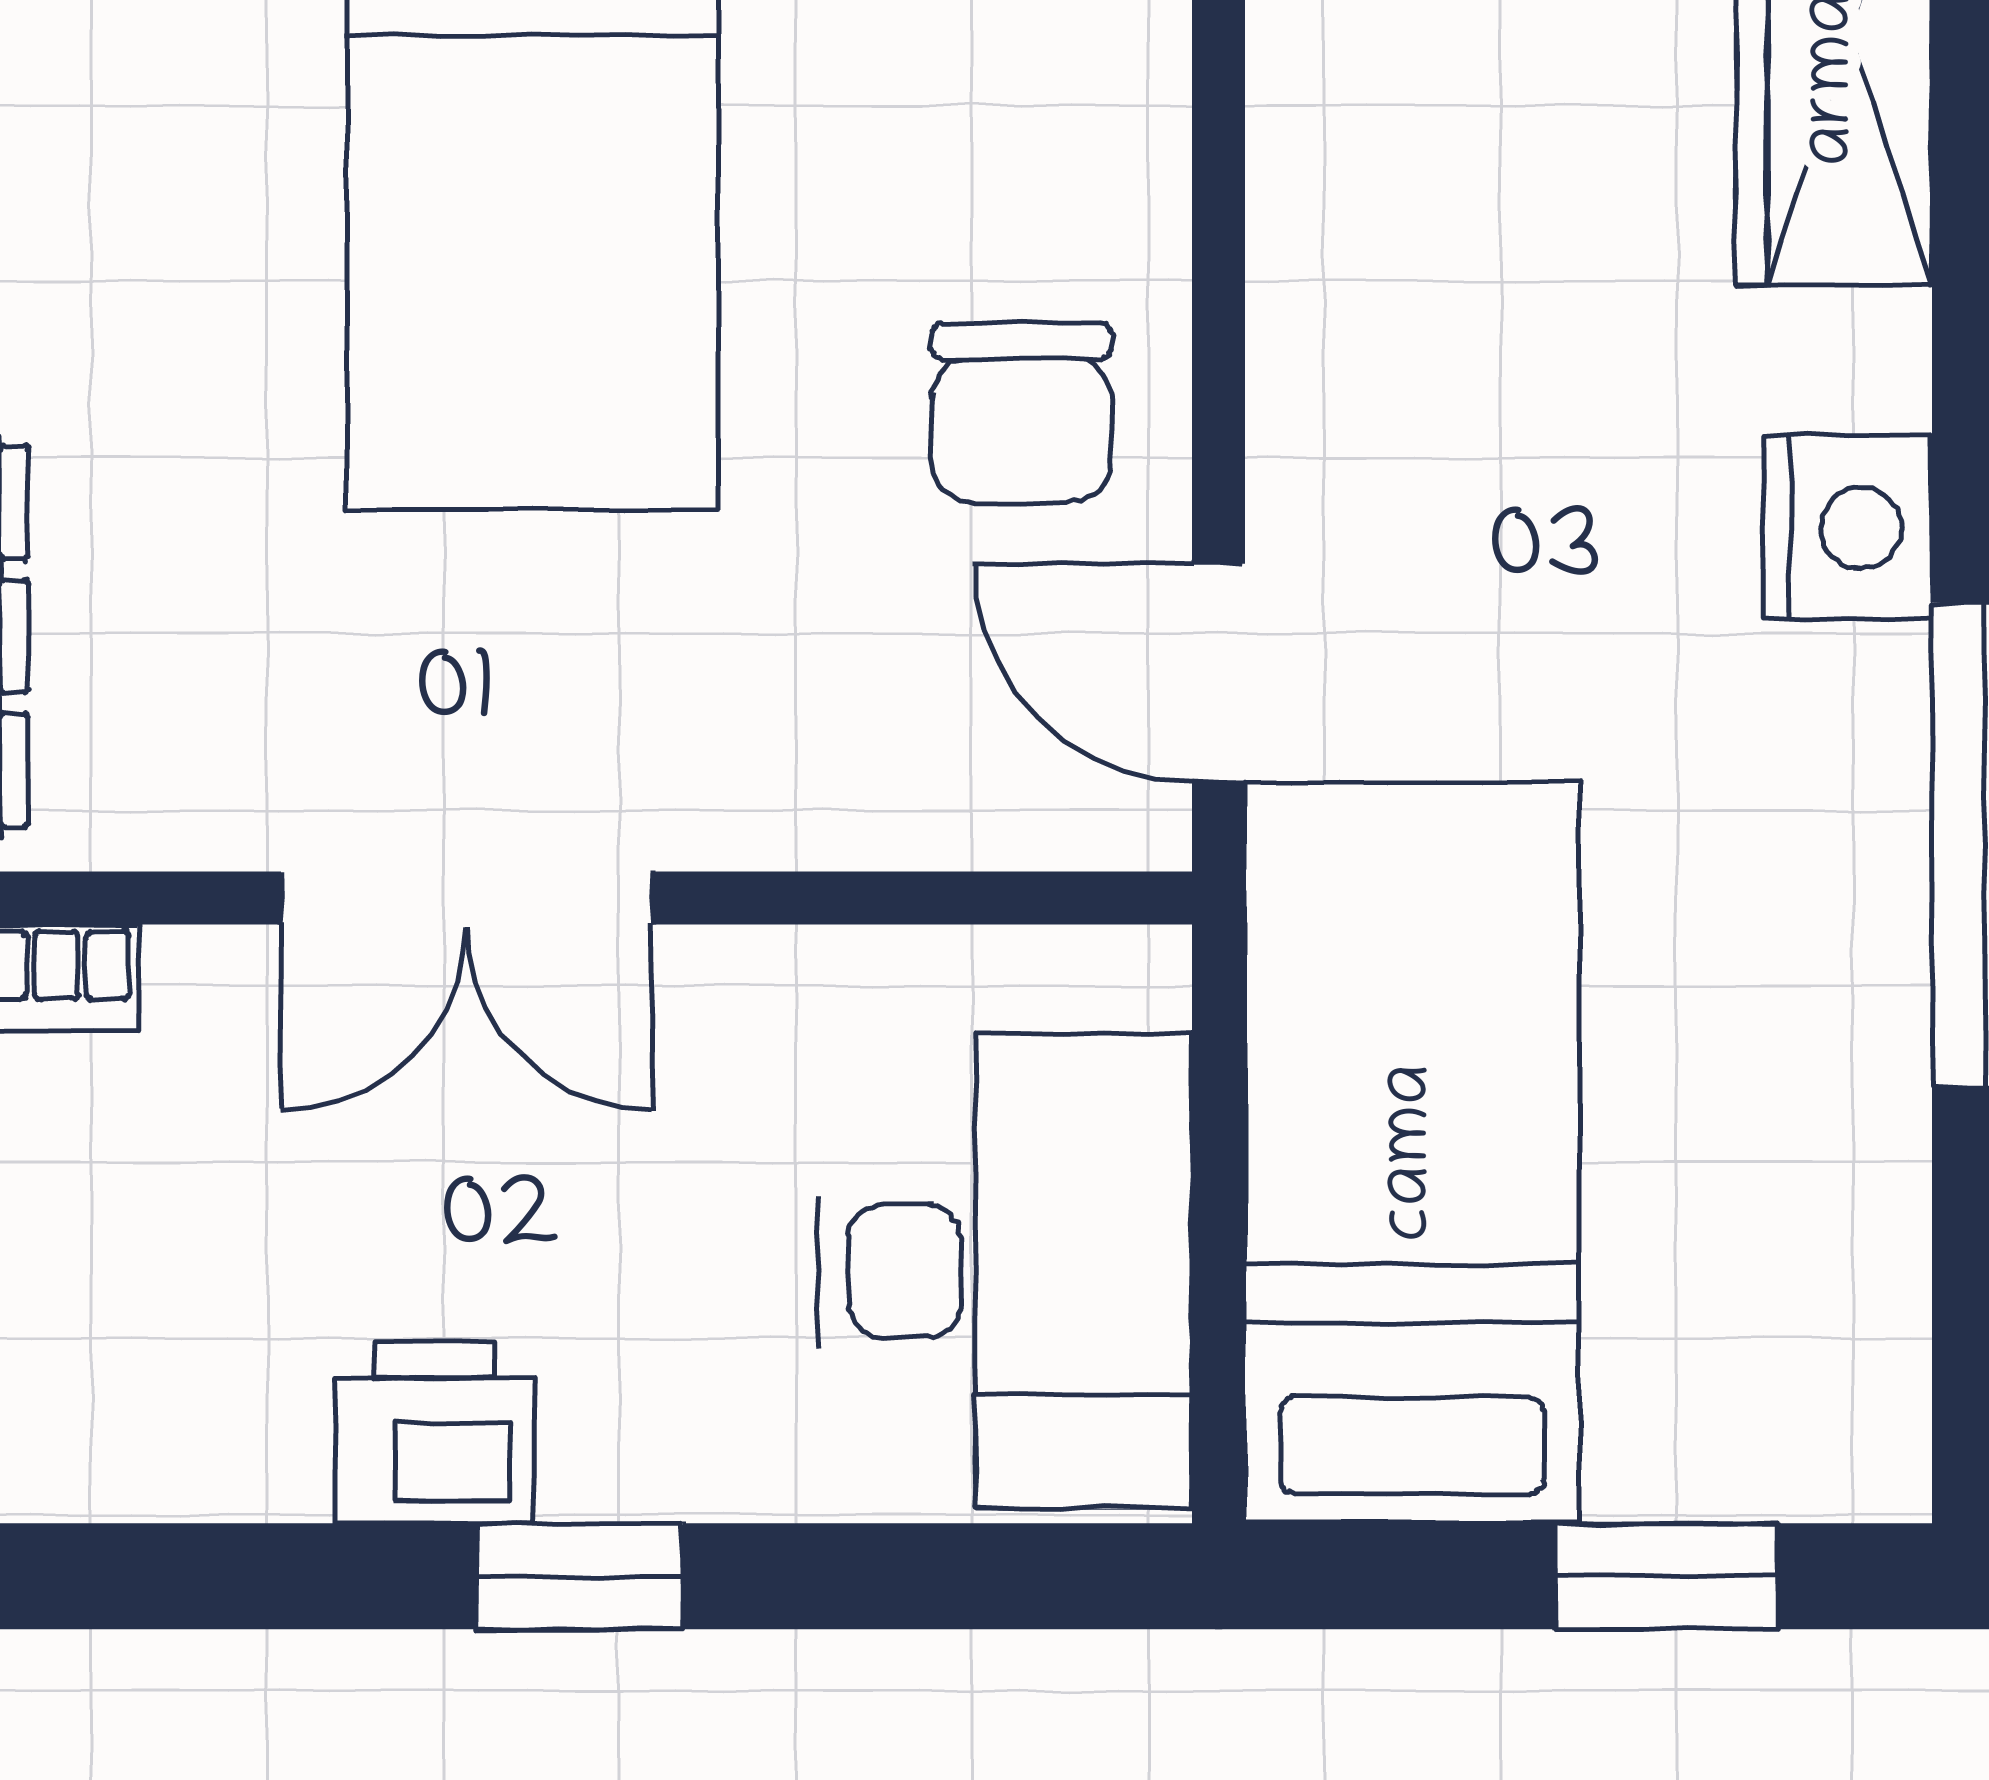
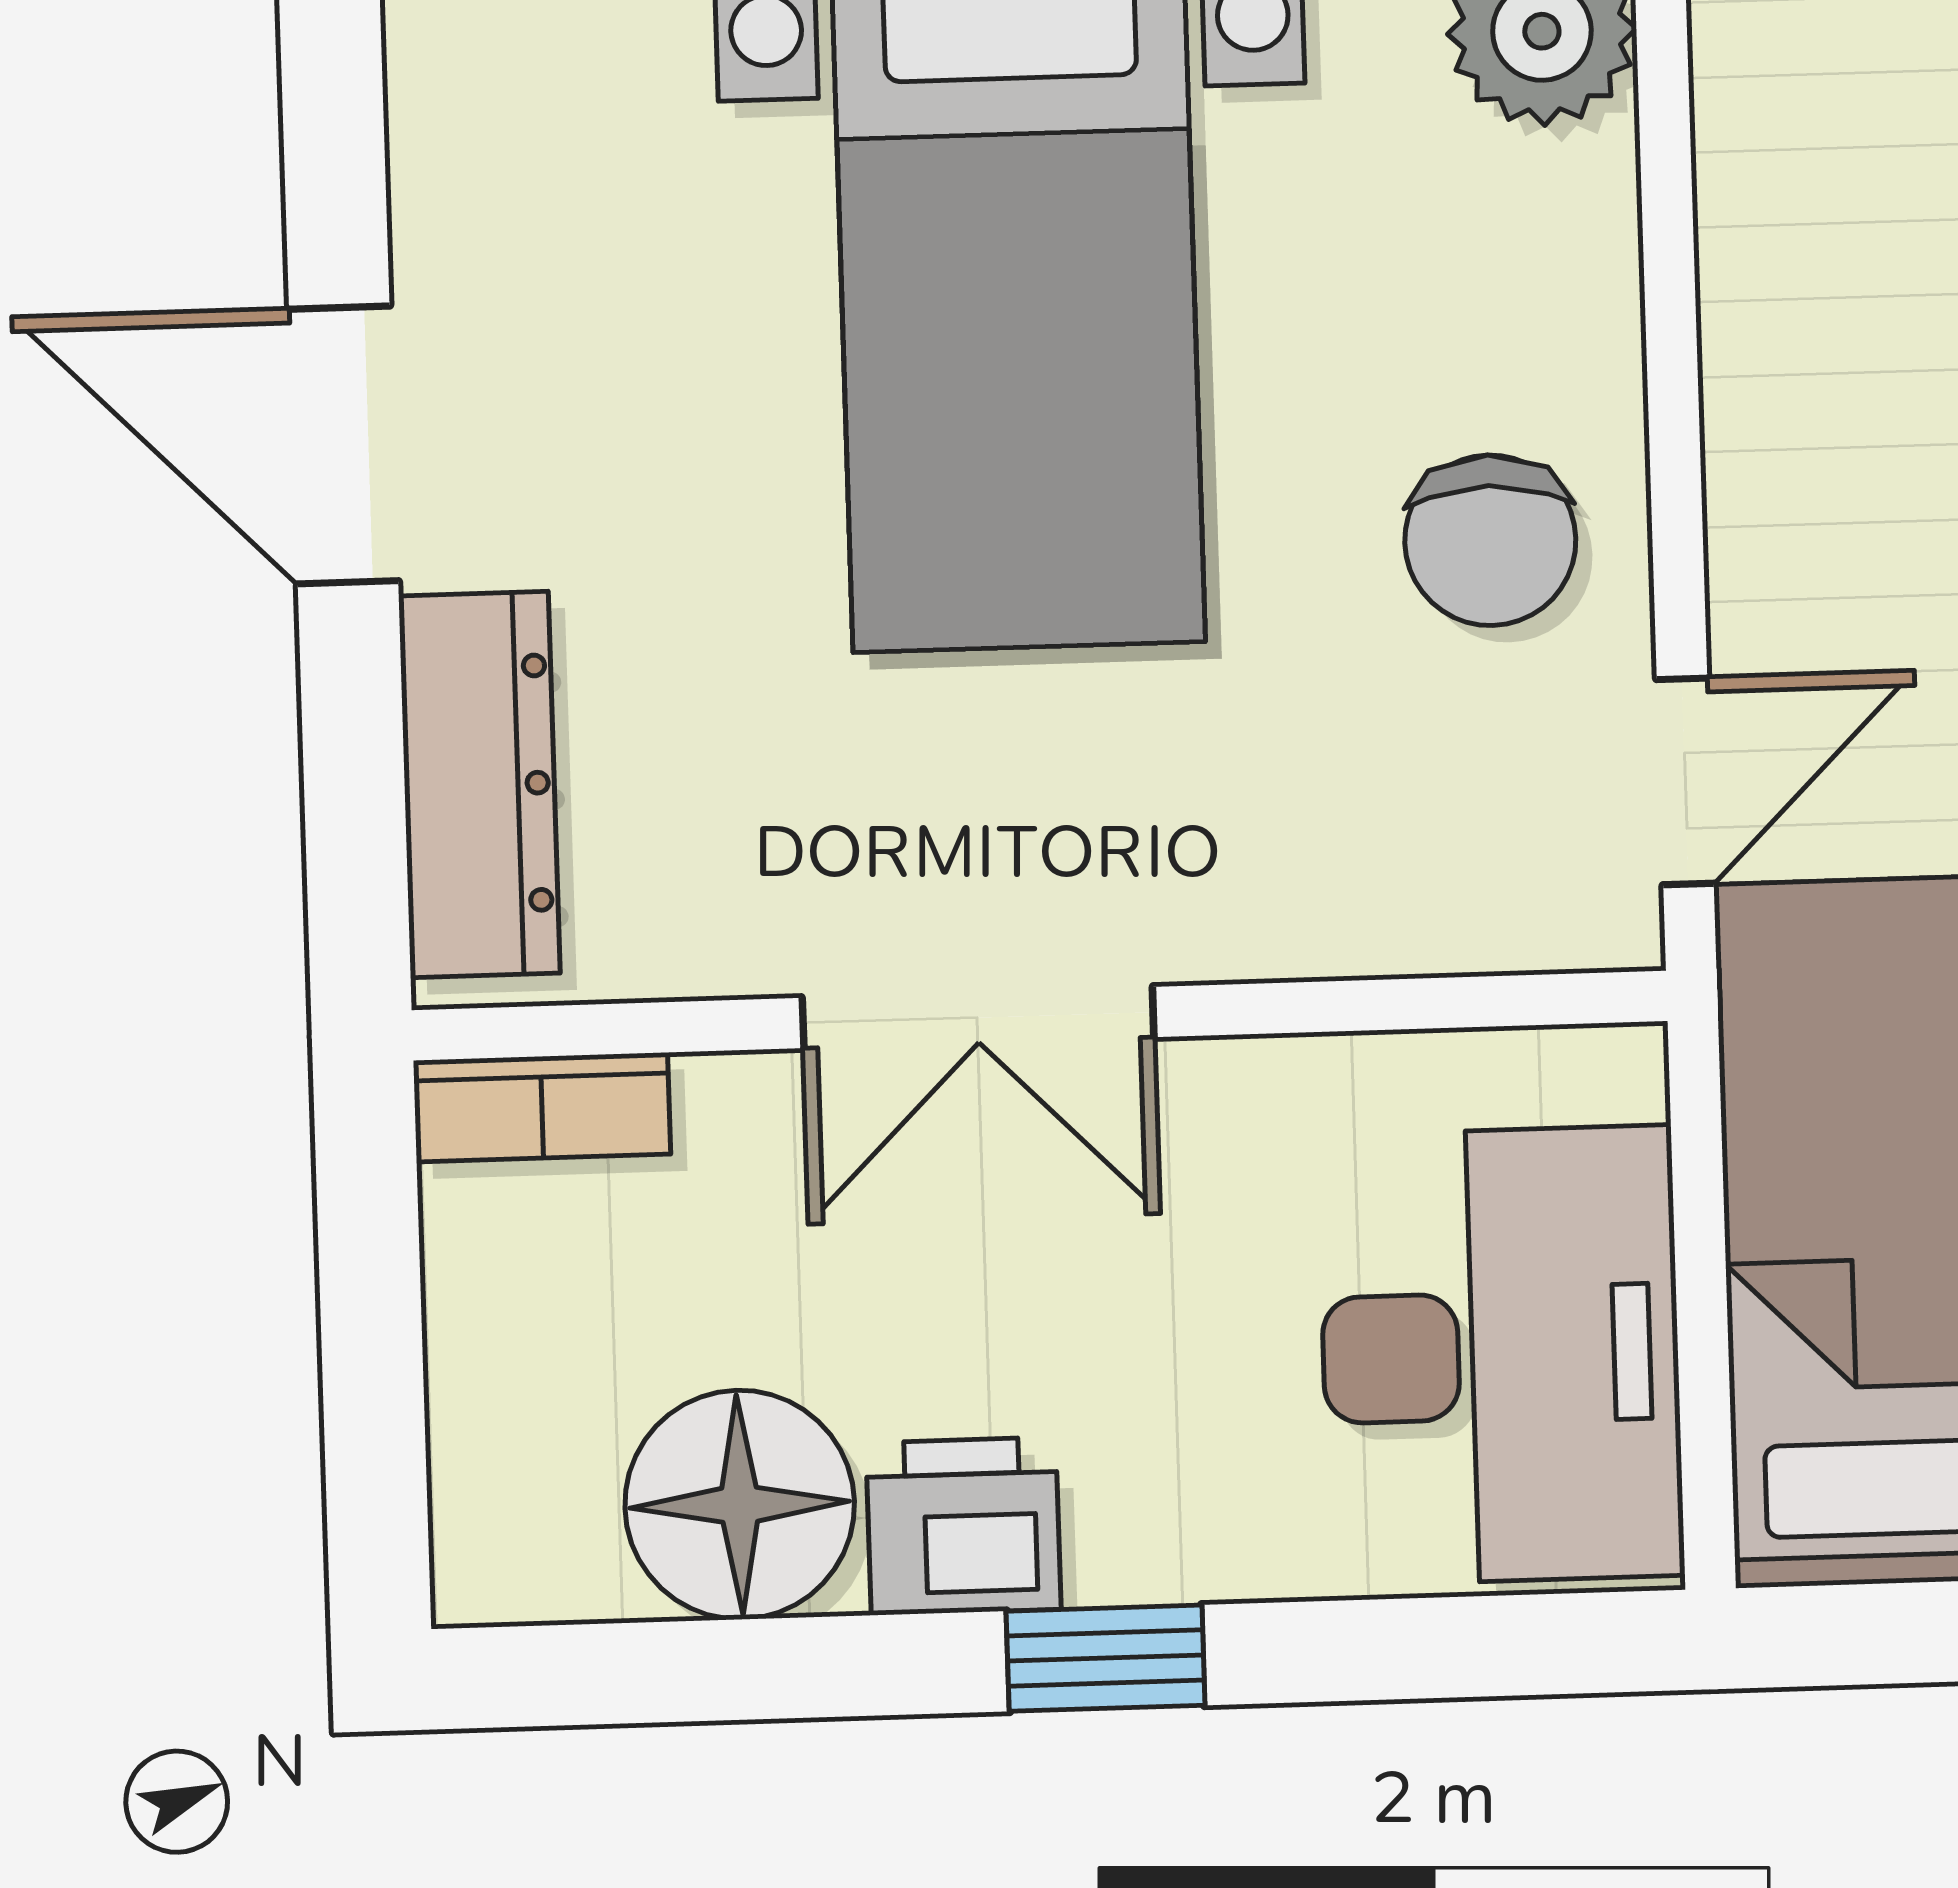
door: (1219, 673) -> (1685, 781), swing flipped
floor lamp: (200, 1403) -> (740, 1505), added

